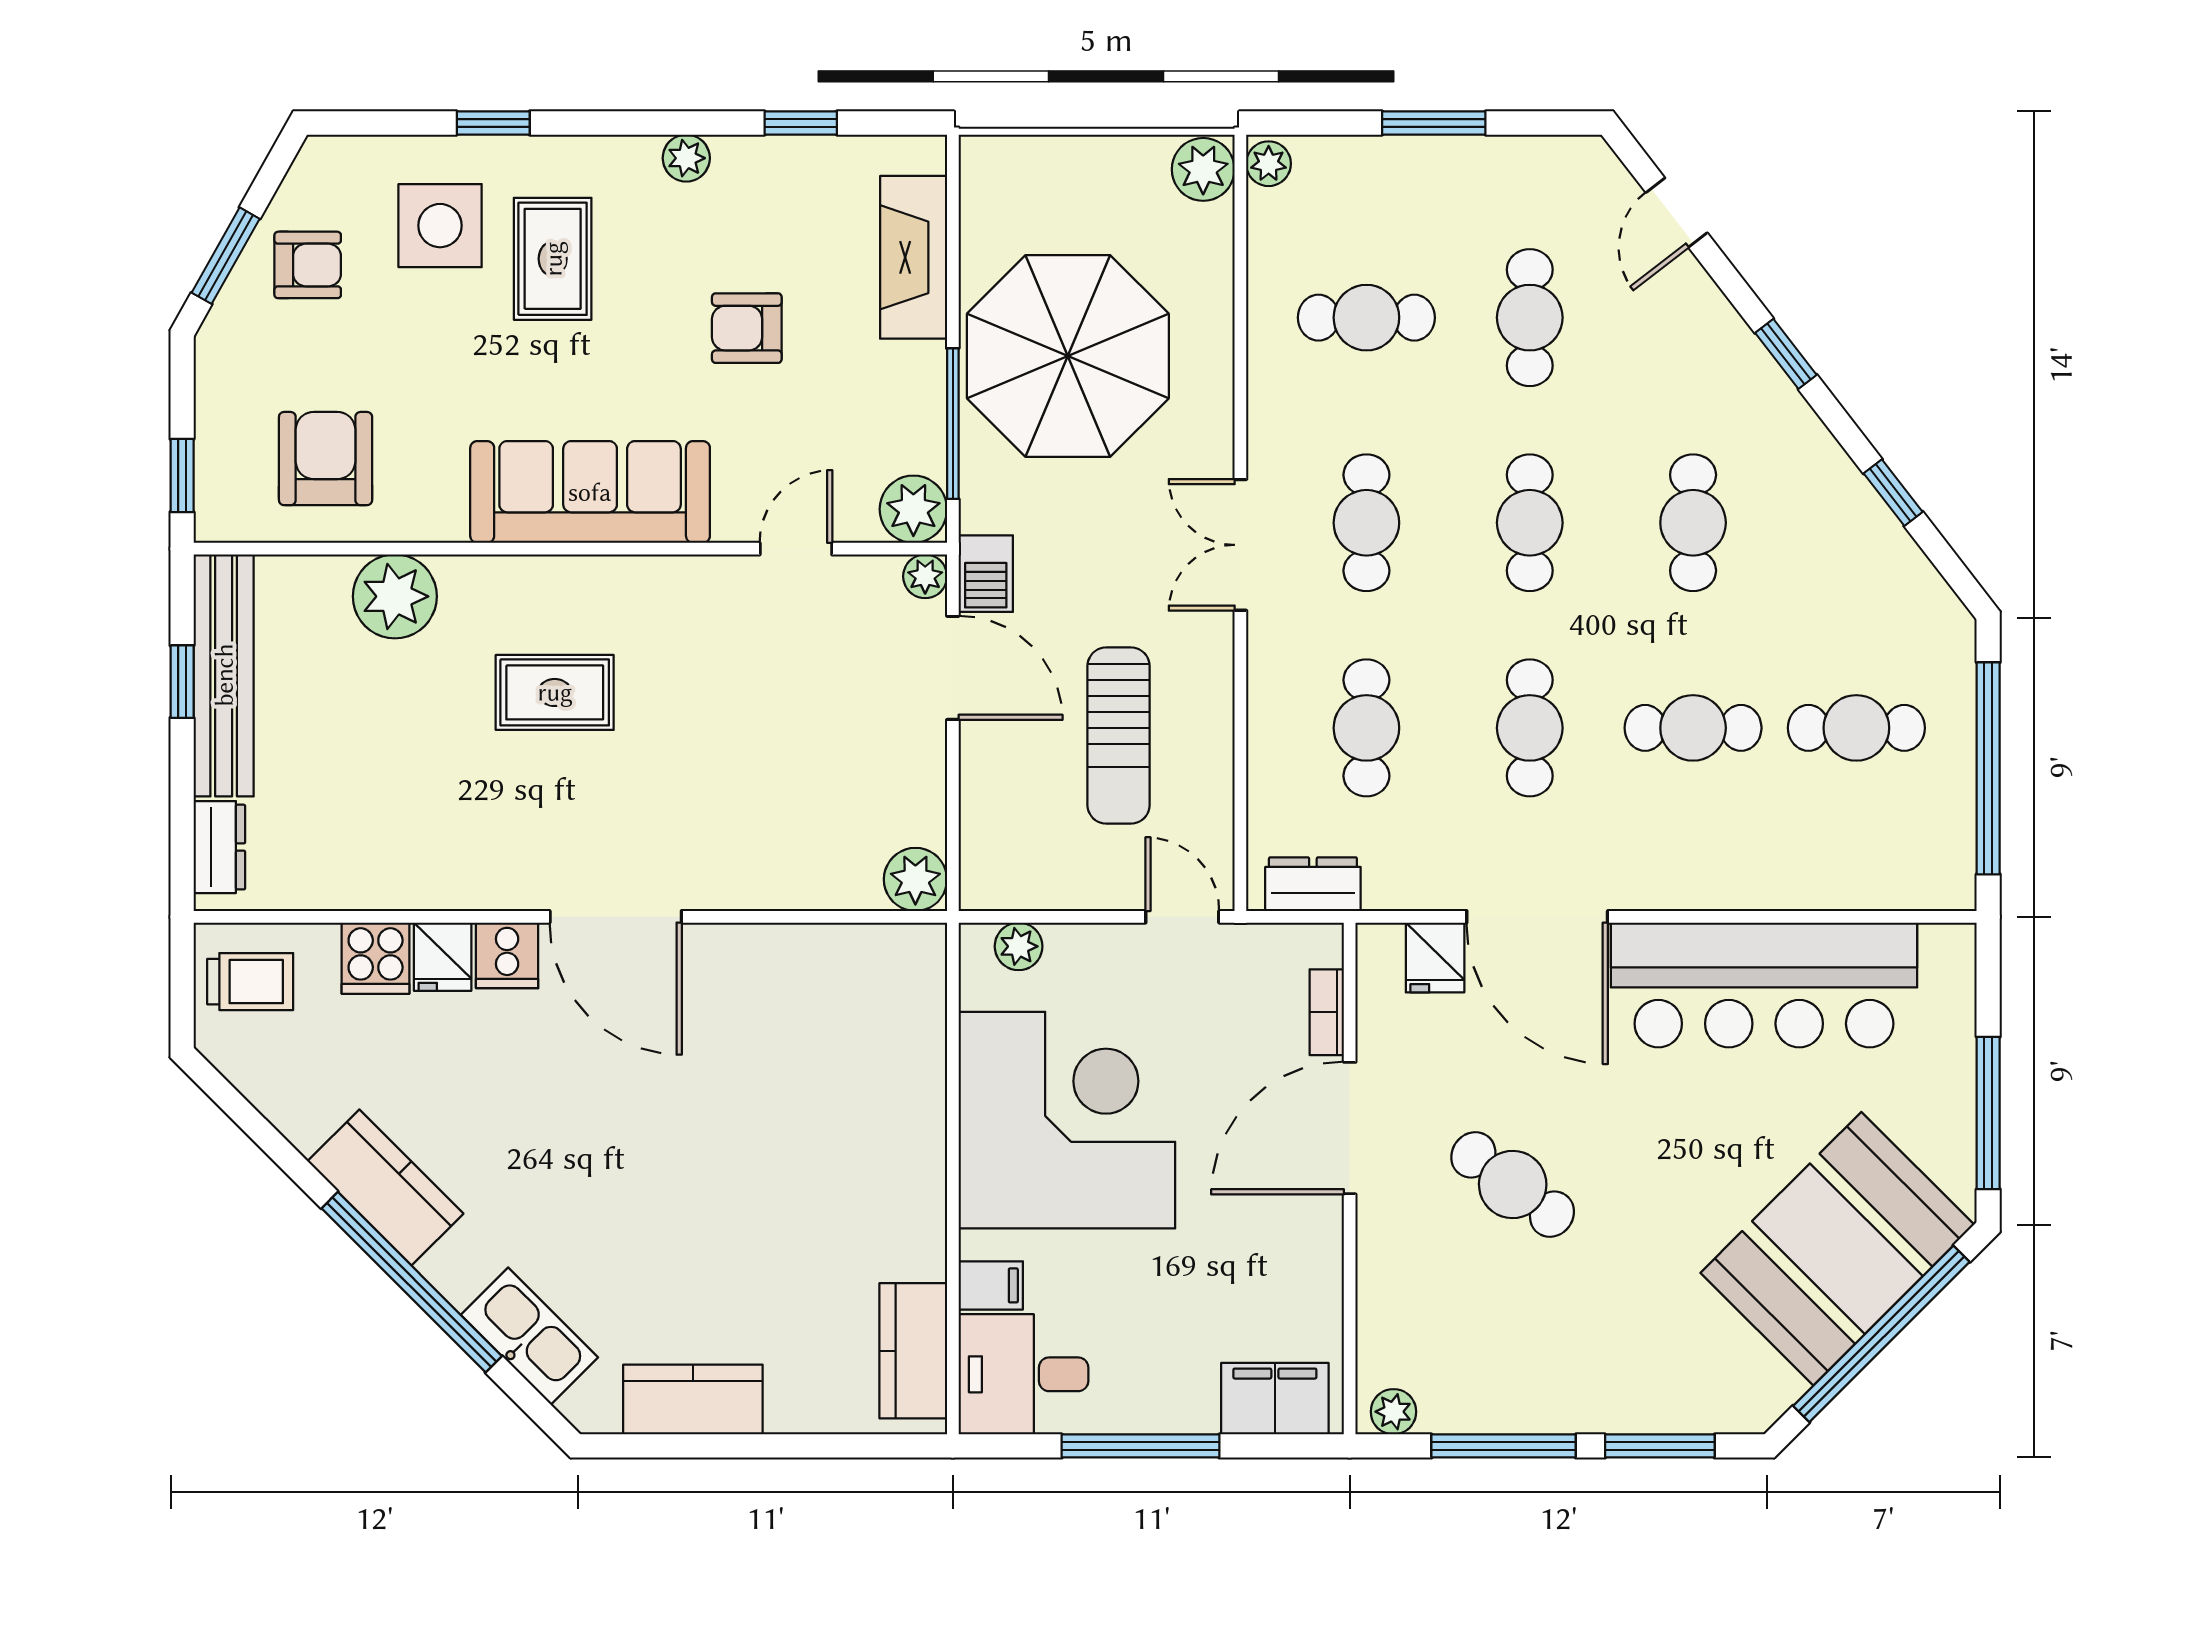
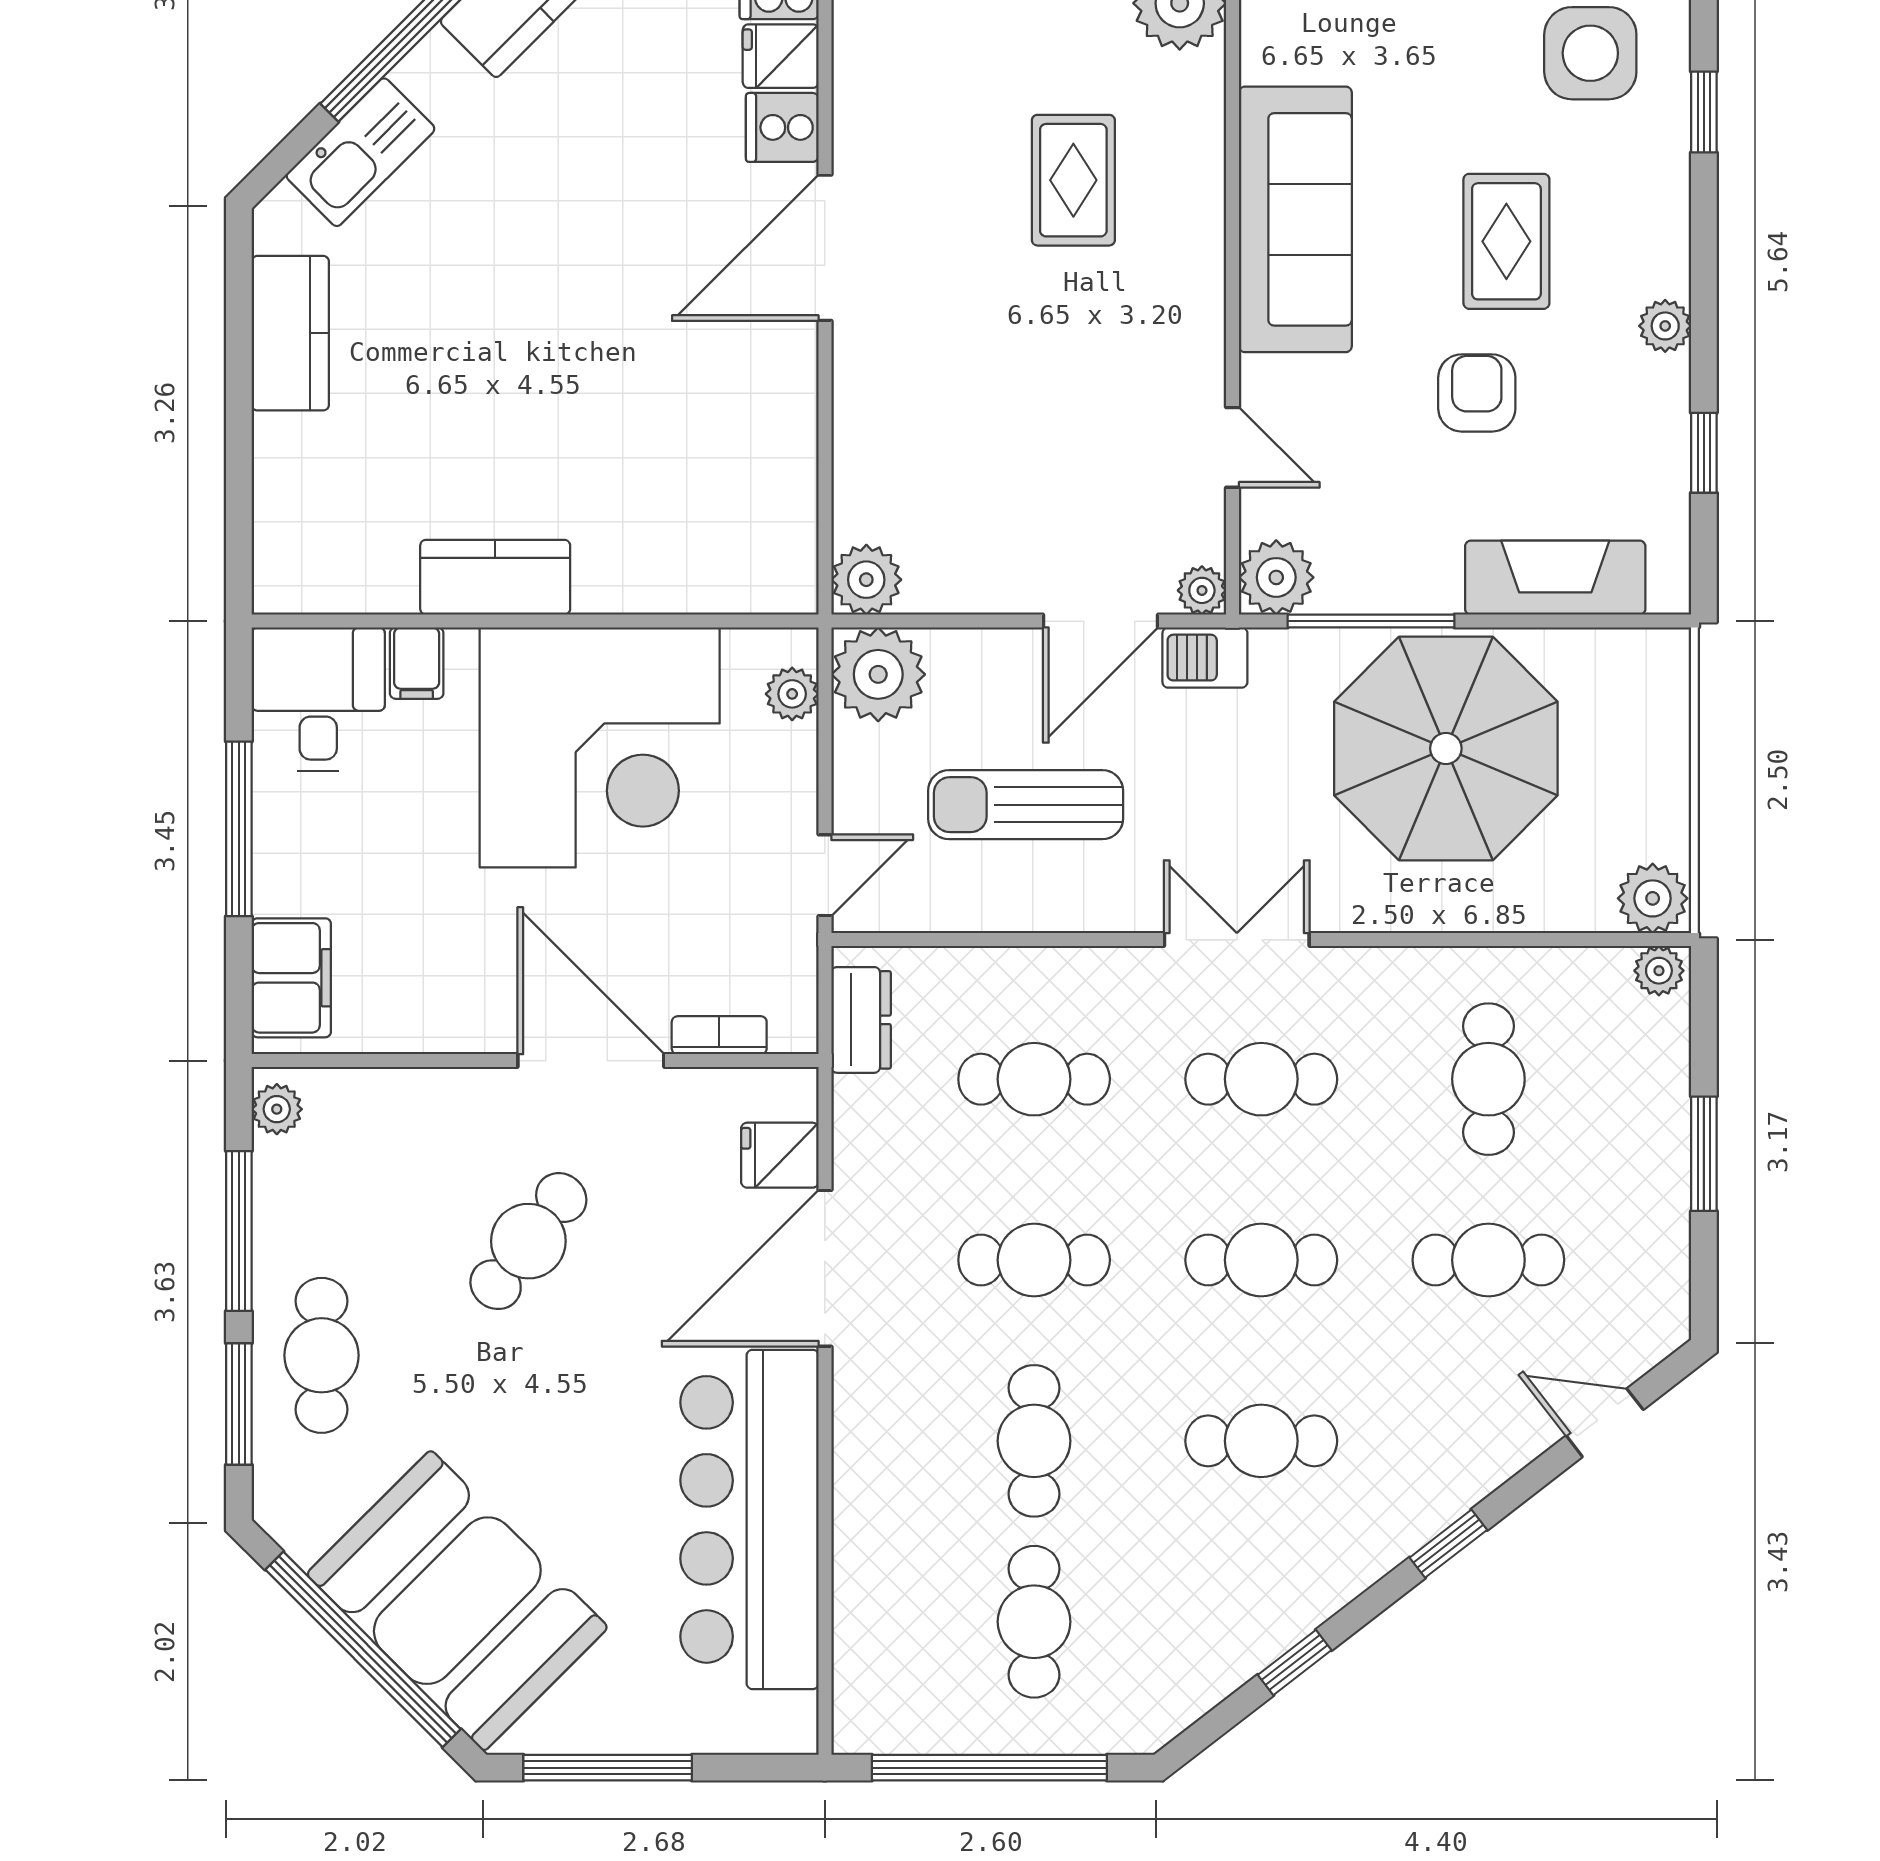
rug: (553, 259) -> (1506, 241), moved, turned 90
plant: (1001, 869) -> (878, 674), added
kitchen counter: (913, 1351) -> (495, 577), moved
cafe table: (1616, 1371) -> (321, 1355), added

